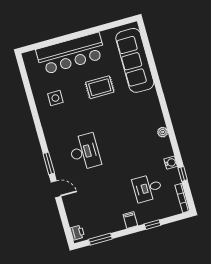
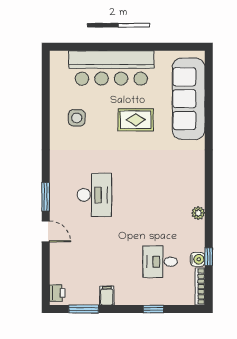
plant: (163, 132) -> (198, 213), moved
water cooler: (171, 163) -> (198, 259), moved
filing cabinet: (130, 220) -> (107, 296), moved

